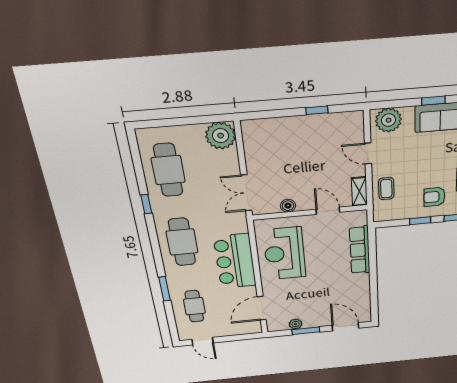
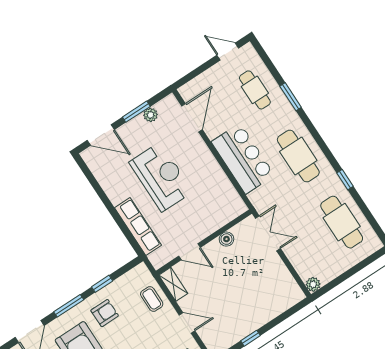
plant: (221, 136) -> (313, 284), width x0.53, depth x0.53
reception desk: (284, 253) -> (161, 177), moved

